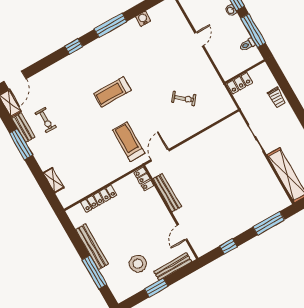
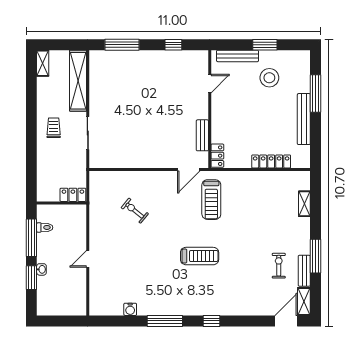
trolley: (277, 97) -> (54, 128), moved
bench: (167, 193) -> (202, 135), width x0.73

